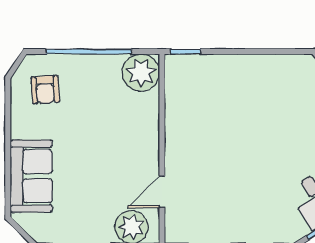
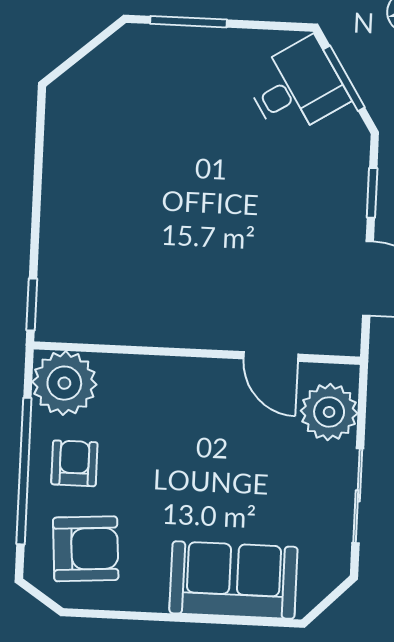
armchair: (95, 81) -> (74, 463), added
armchair: (45, 90) -> (86, 549), width x1.38, depth x1.38

